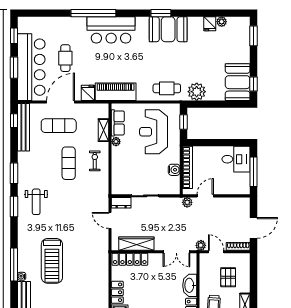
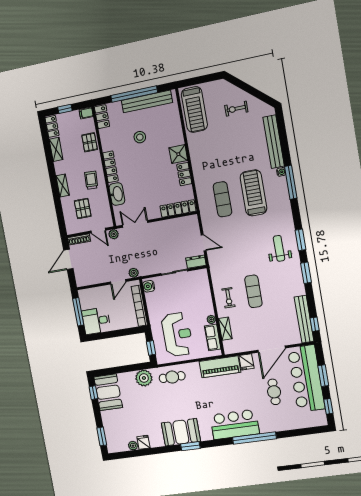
exercise mat: (59, 126) -> (222, 199), moved, turned 90
water cooler: (174, 170) -> (149, 286), moved
wardrobe: (136, 244) -> (174, 225), removed

